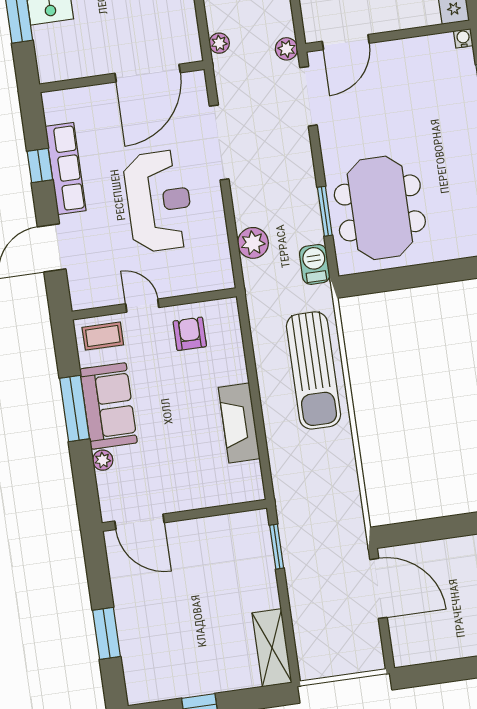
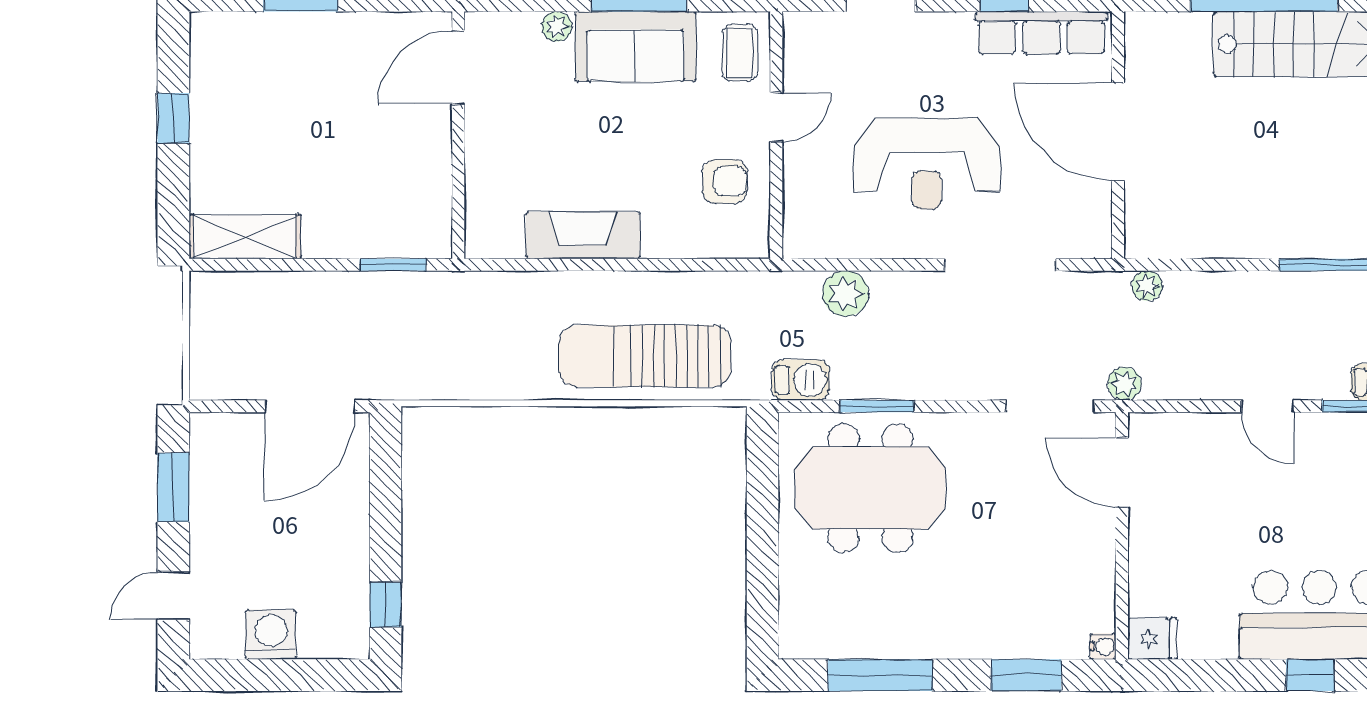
door: (148, 73) -> (1118, 132), moved
row of seats: (66, 169) -> (1042, 33), moved
window: (445, 671) -> (173, 487), added

